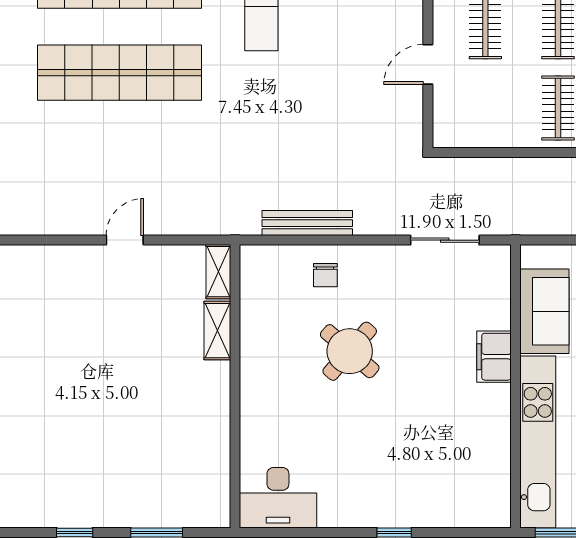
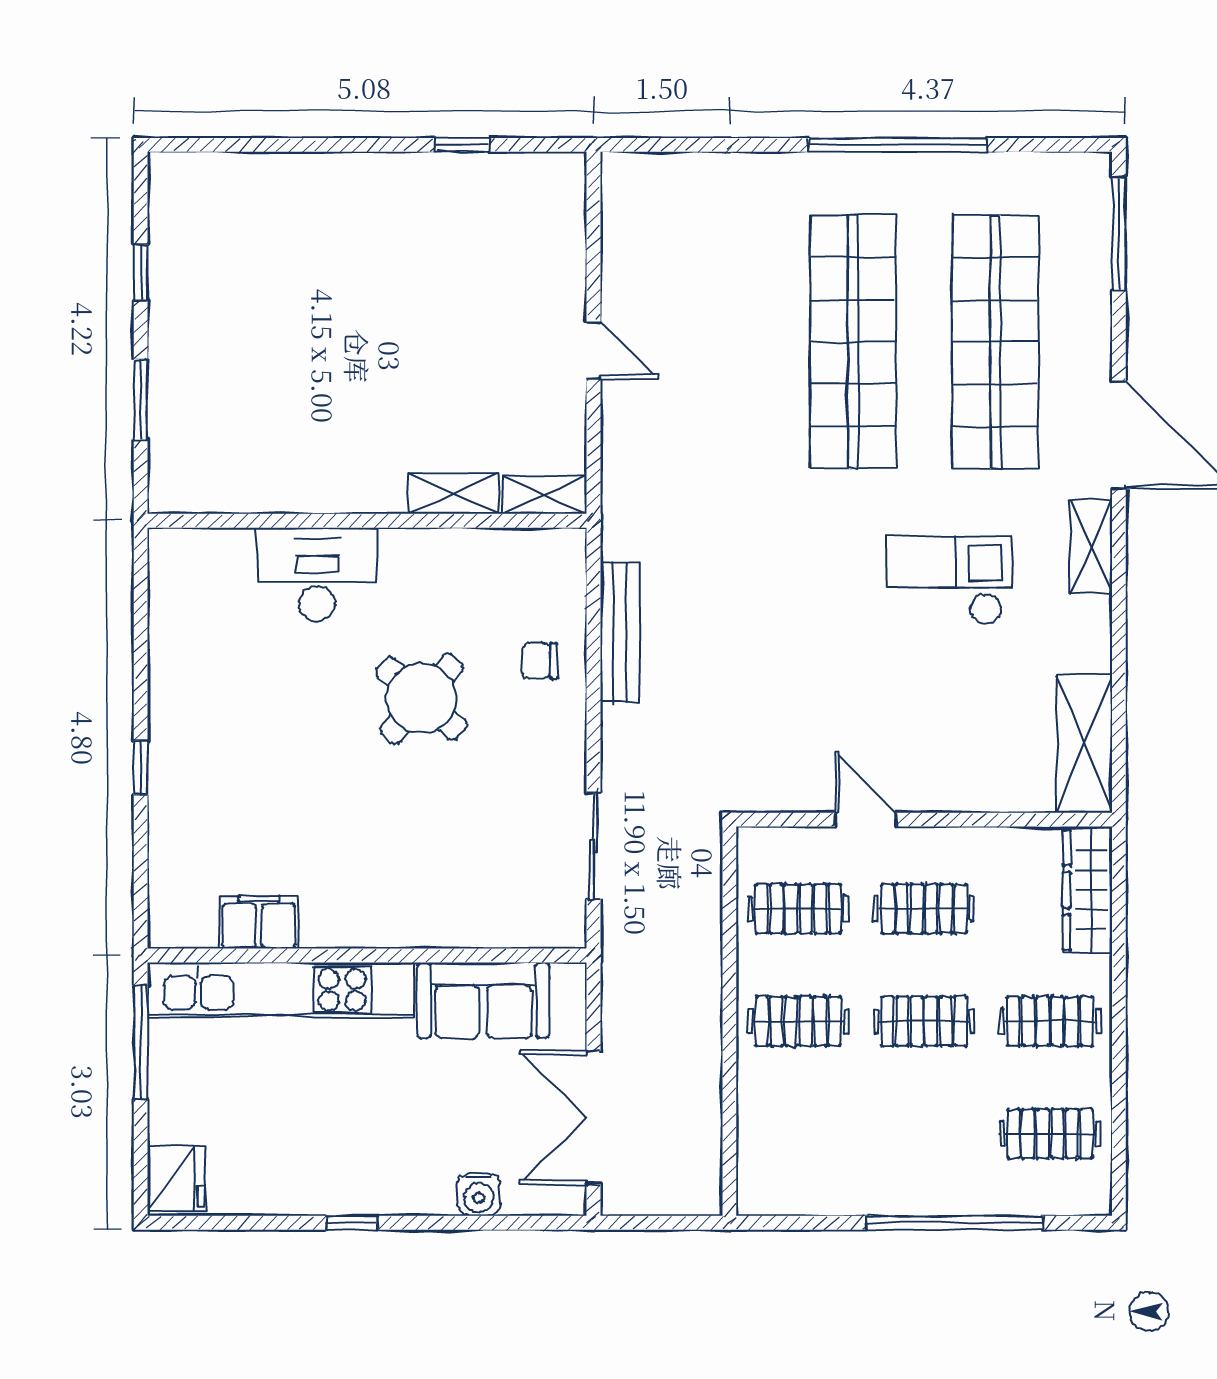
clothes rail: (485, 108) -> (798, 909), added
filing cabinet: (494, 357) -> (259, 922), moved
desk: (278, 498) -> (317, 575), moved, turned 90

